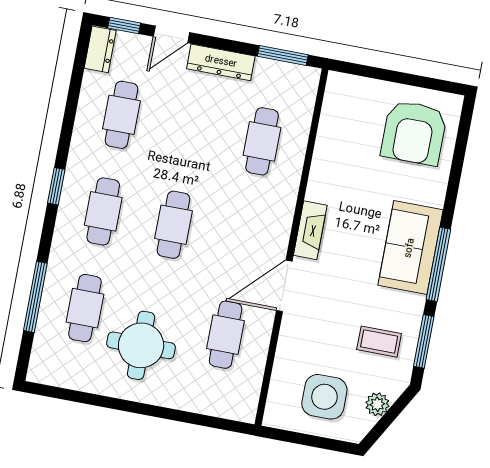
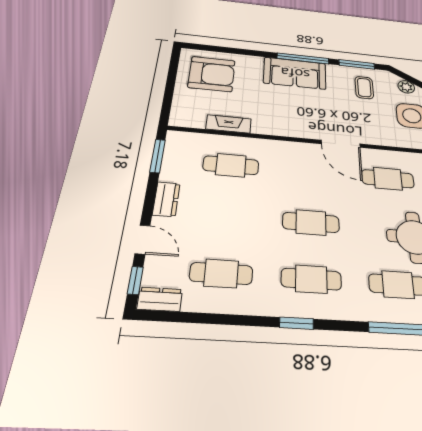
dresser: (221, 62) -> (166, 199), width x0.70
fireplace: (310, 230) -> (229, 124), moved

